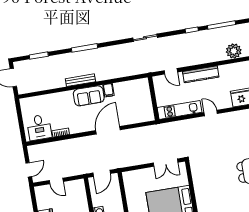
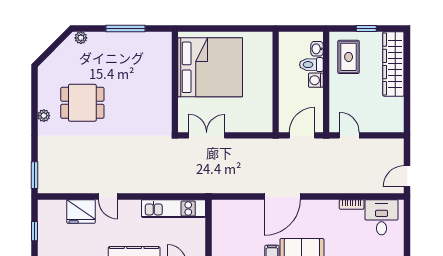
door: (211, 113) -> (108, 196), moved
door: (29, 170) -> (407, 176), moved
door: (56, 181) -> (349, 135), moved

